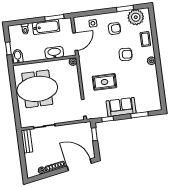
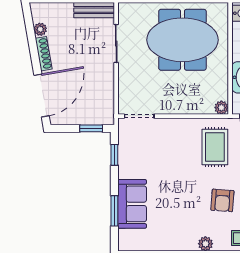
rug: (104, 82) -> (215, 147), moved
meeting table: (37, 89) -> (182, 40), turned 90
sofa: (121, 107) -> (132, 204), moved

